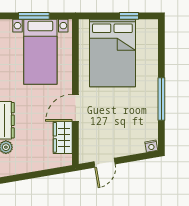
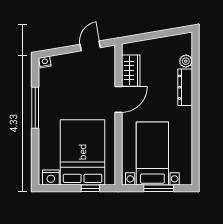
window: (129, 16) -> (90, 188), moved
nightstand: (145, 27) -> (51, 178), added

